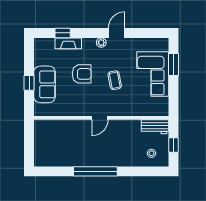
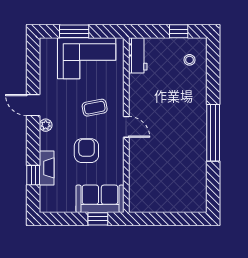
door: (100, 118) -> (126, 127), moved
wall: (101, 118) -> (126, 125), moved
workbench: (155, 127) -> (138, 55), moved

